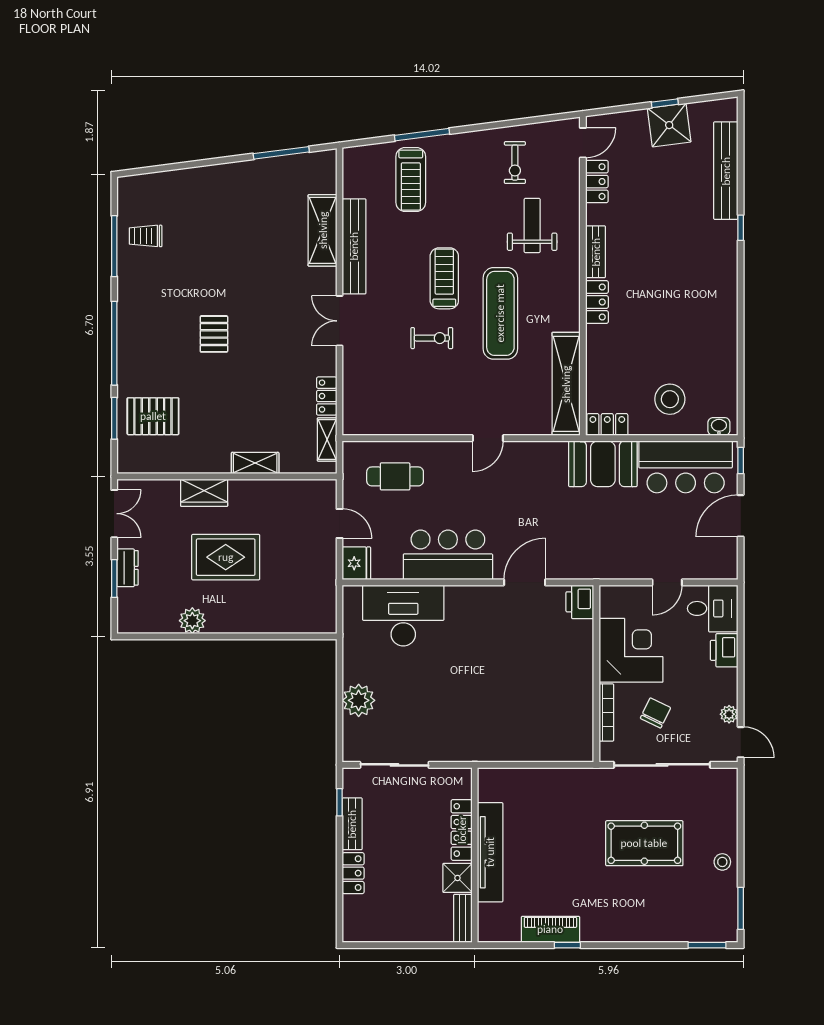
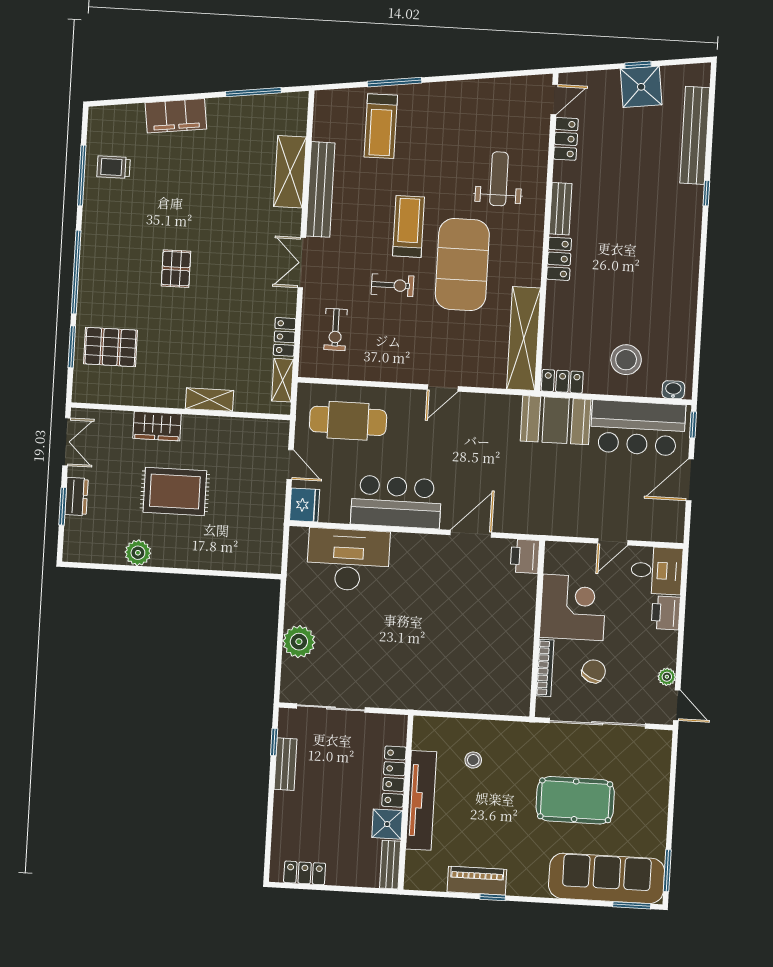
exercise bike: (515, 163) -> (335, 329), moved
filing cabinet: (205, 181) -> (176, 116), added
exercise mat: (500, 313) -> (462, 265), width x1.47
cafe table: (395, 476) -> (348, 421), width x1.37, depth x1.35
stool: (722, 862) -> (473, 760), moved
locker: (353, 873) -> (305, 873), moved, turned -90
sofa: (680, 920) -> (607, 878), added

